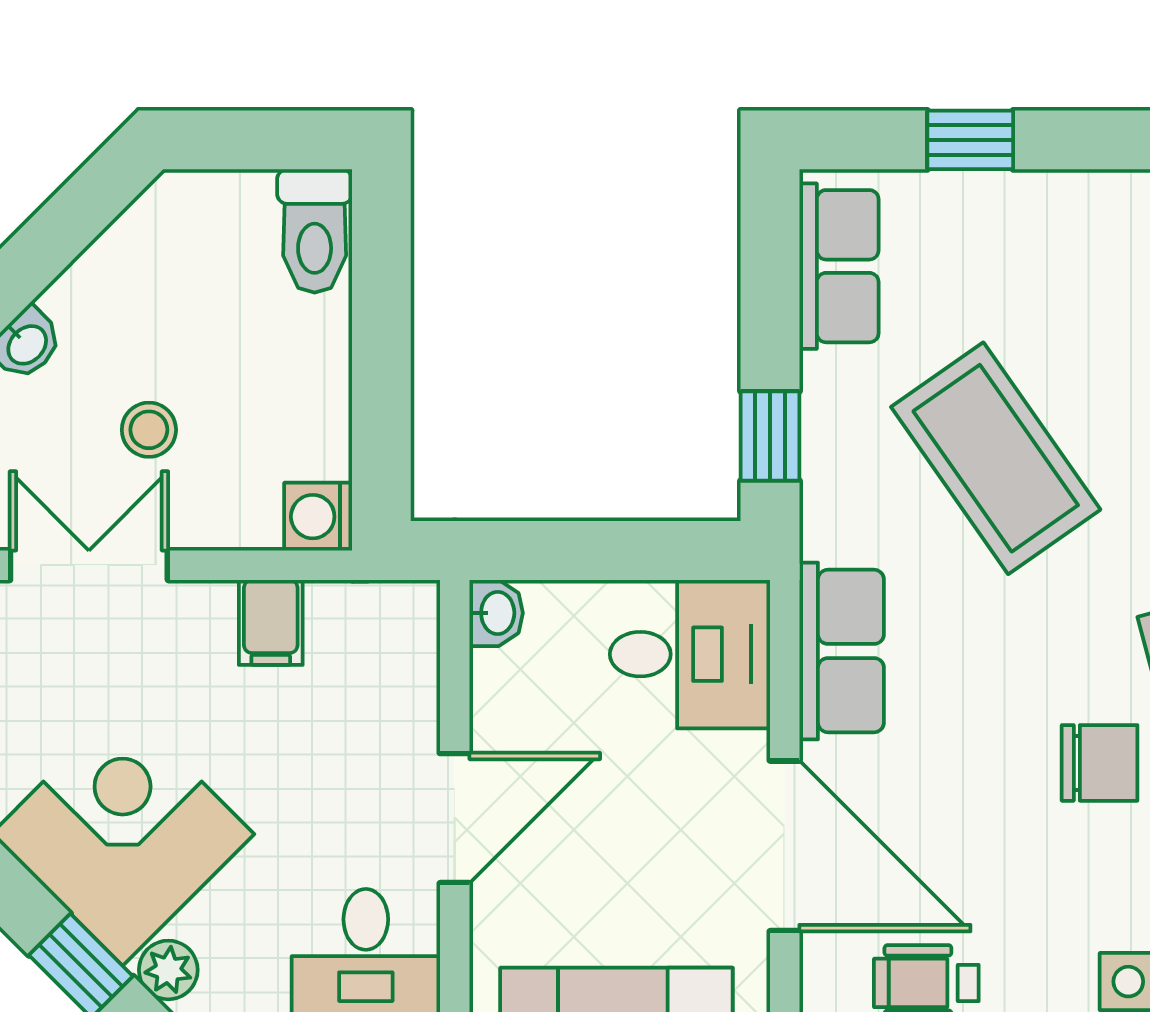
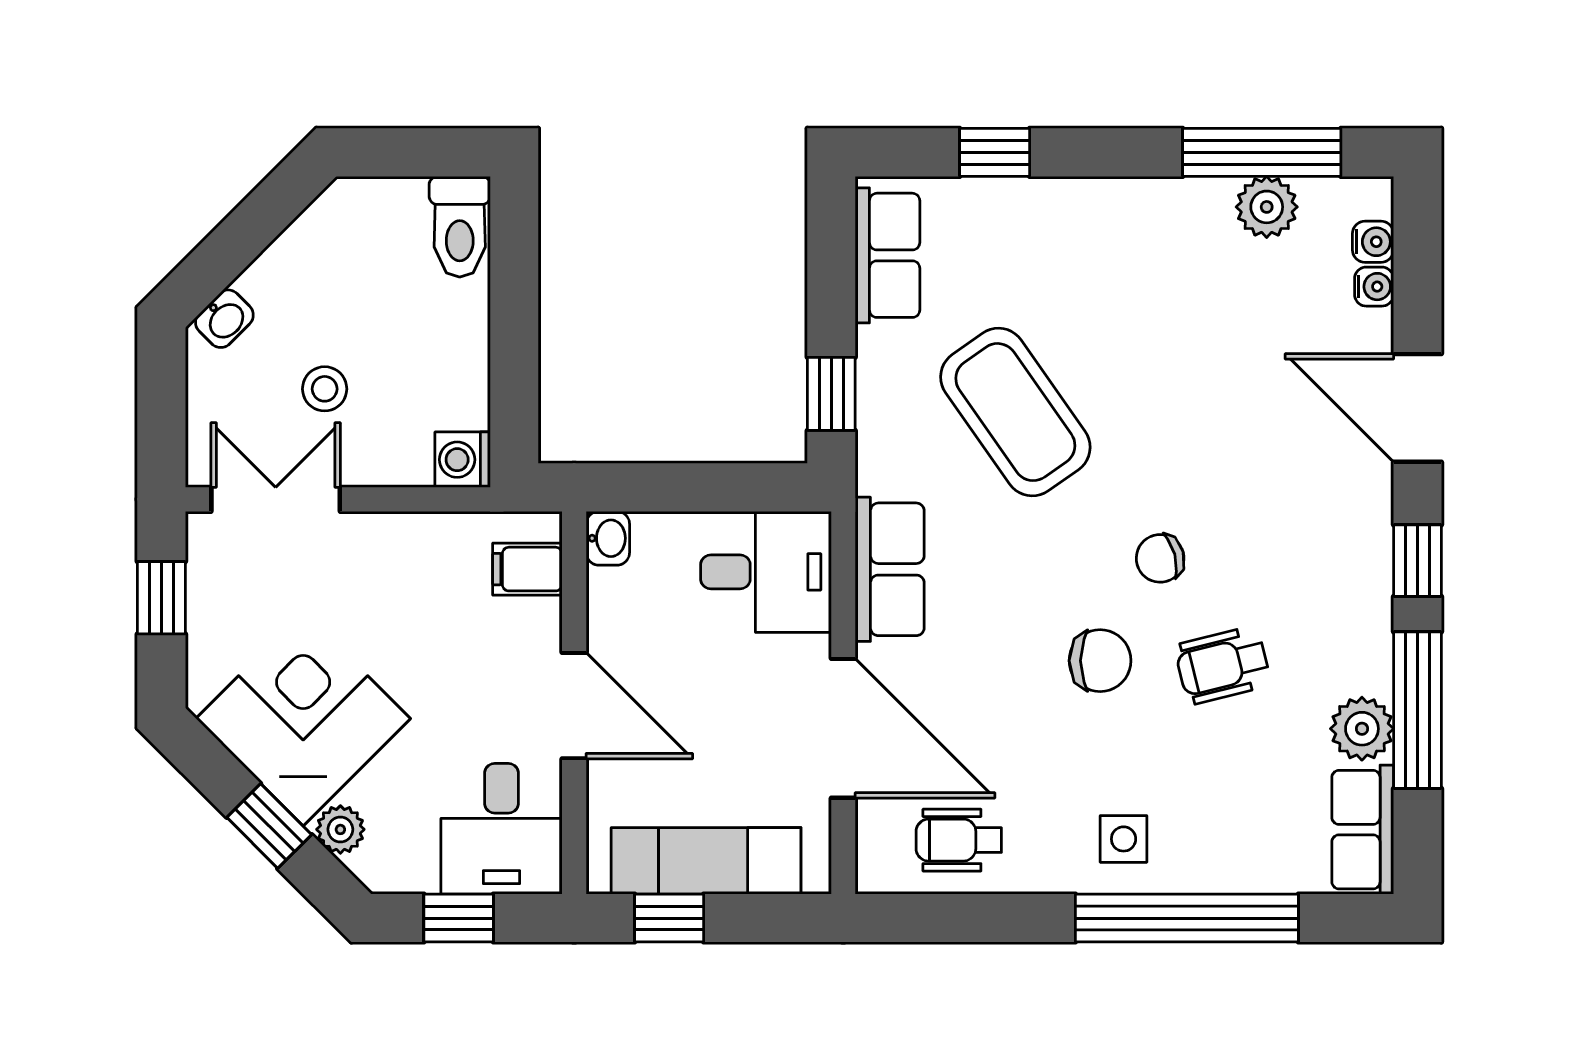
filing cabinet: (271, 622) -> (527, 569), moved, turned 90
door: (455, 818) -> (574, 706), hinge flipped

